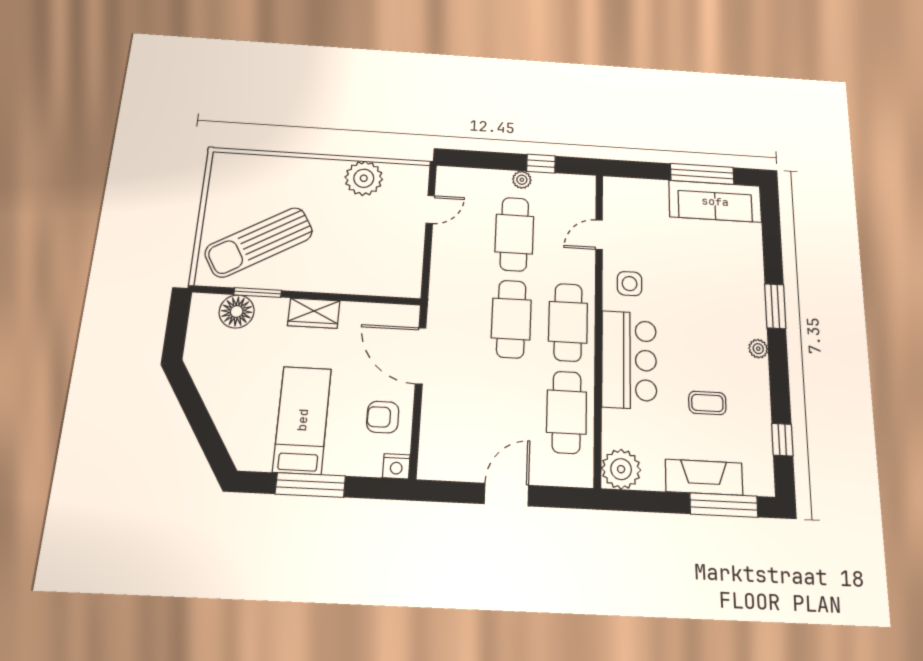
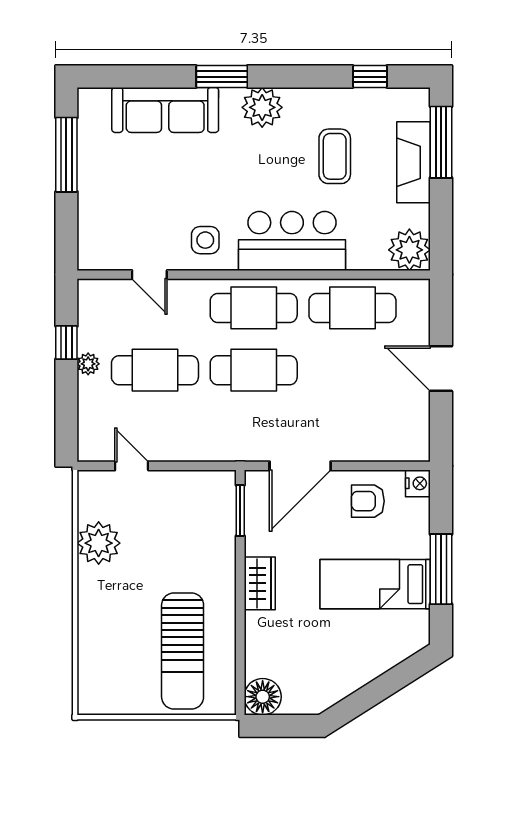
sofa: (715, 201) -> (165, 110), moved, turned 90
sun lounger: (259, 242) -> (183, 651), turned 30
window: (258, 293) -> (240, 510), moved
floor lamp: (237, 311) -> (263, 697), moved
plant: (758, 349) -> (262, 107), width x1.87, depth x1.87
coffee table: (707, 403) -> (335, 156), width x1.36, depth x1.30
armchair: (383, 417) -> (368, 501), turned 90

